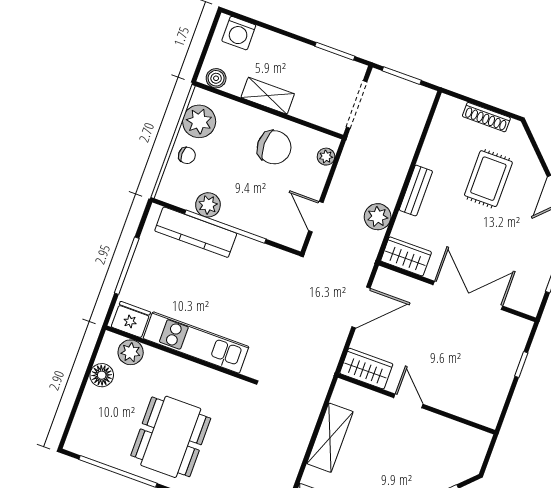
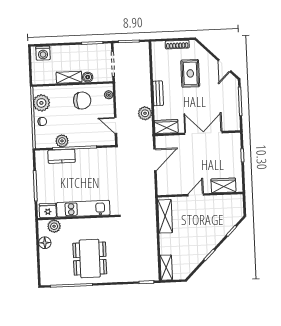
boiler: (216, 78) -> (88, 77), moved
kitchen counter: (196, 232) -> (62, 156), width x0.67
wardrobe: (366, 369) -> (223, 185), moved
door: (408, 401) -> (196, 195), hinge flipped
shelving: (330, 438) -> (165, 216), moved

